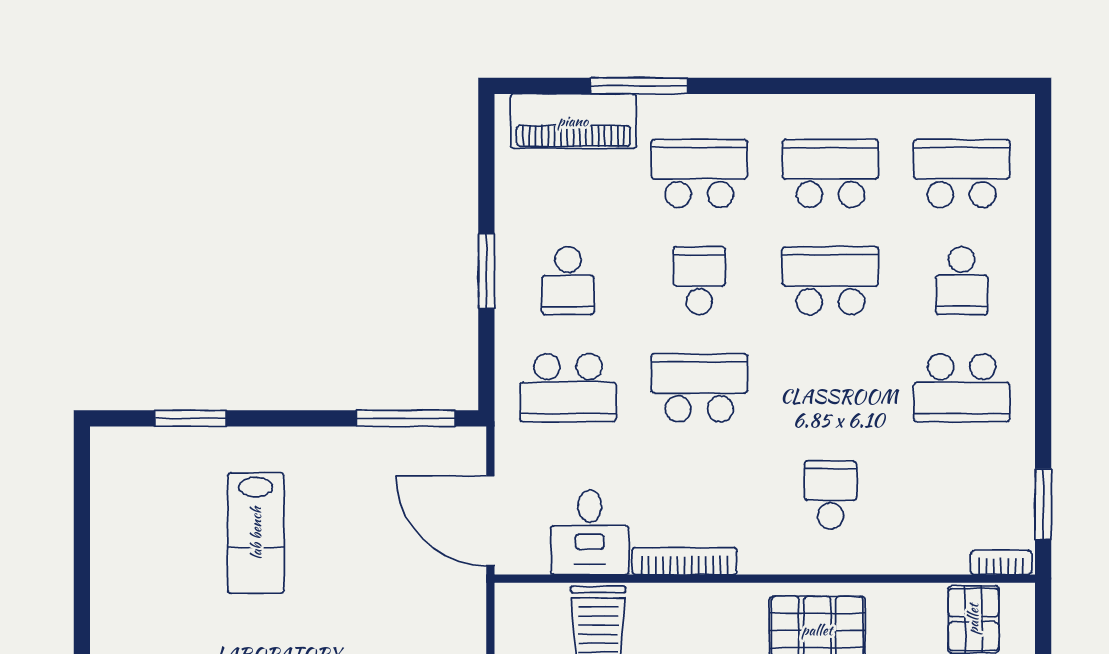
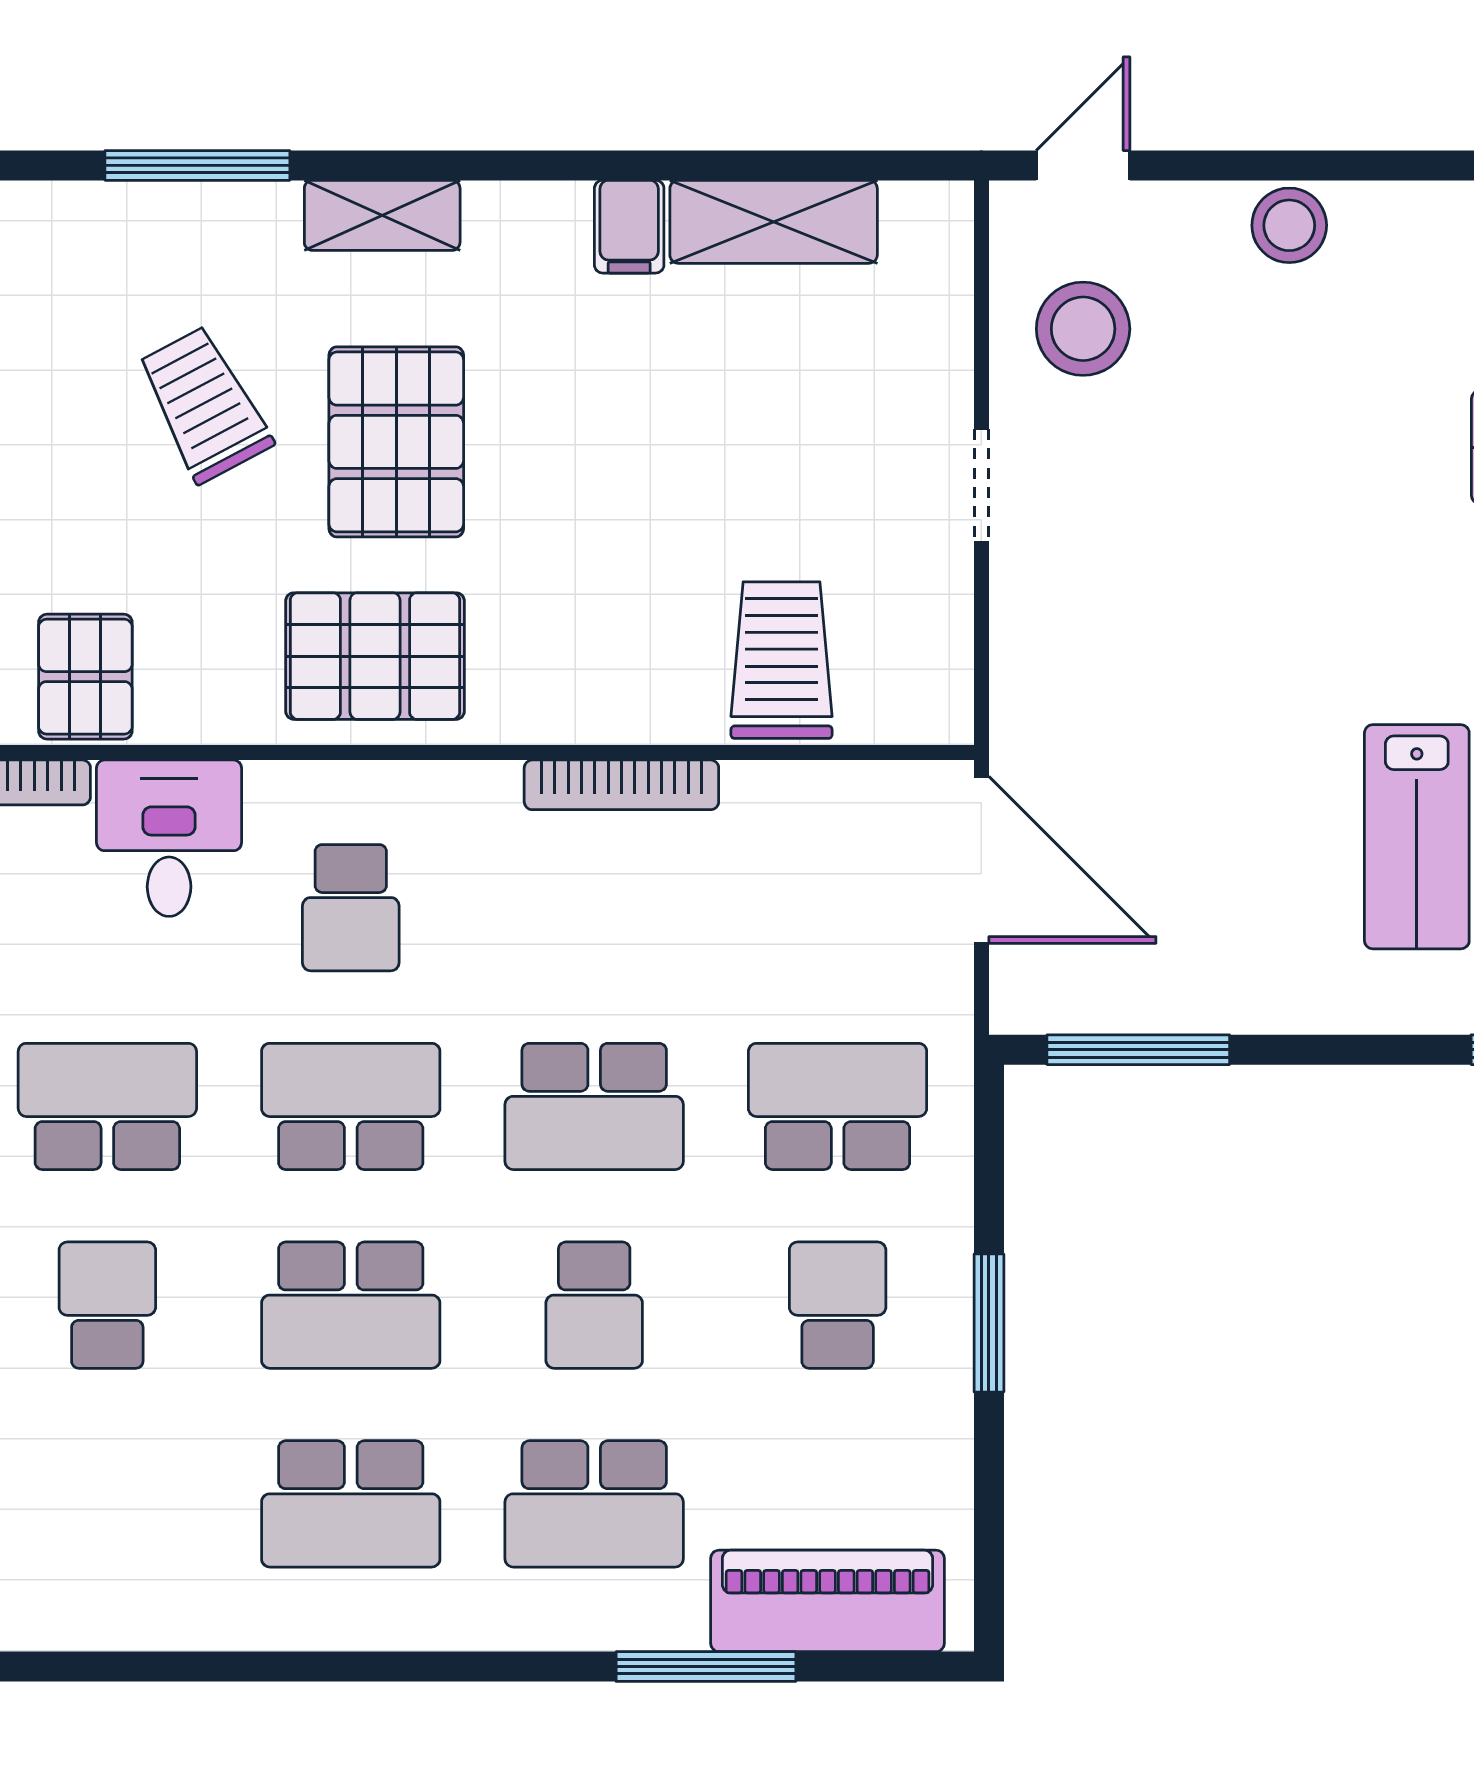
school desk: (962, 173) -> (351, 1106), moved, turned 180
desk: (590, 532) -> (169, 838), moved
lab bench: (256, 533) -> (1417, 837), turned 180

